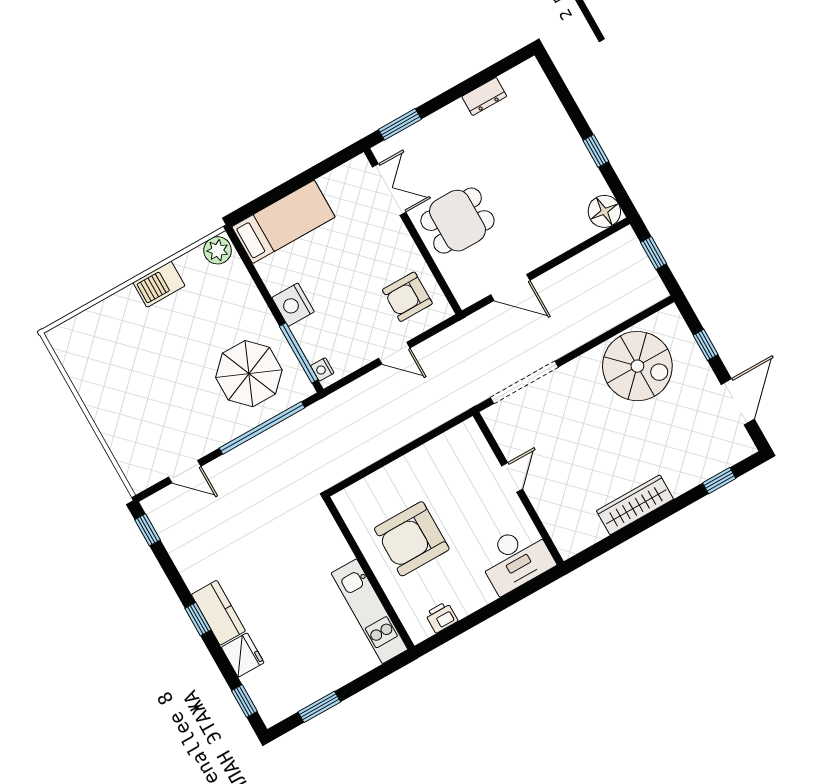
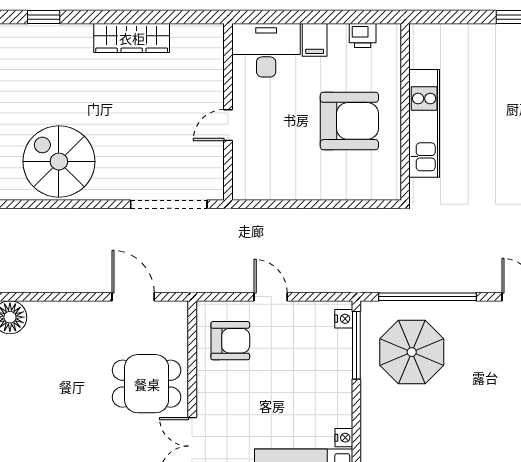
nightstand: (293, 305) -> (344, 438), moved, width x0.53, depth x0.56
filing cabinet: (480, 591) -> (315, 40), added
kitchen unit: (369, 611) -> (424, 123), moved

